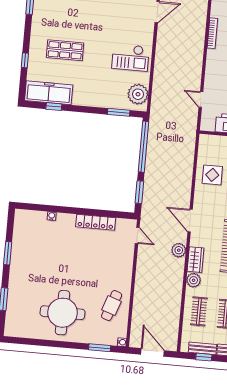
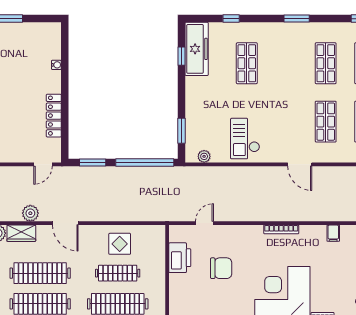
plant: (138, 94) -> (204, 156), width x0.53, depth x0.53
door: (190, 221) -> (65, 223), swing flipped

